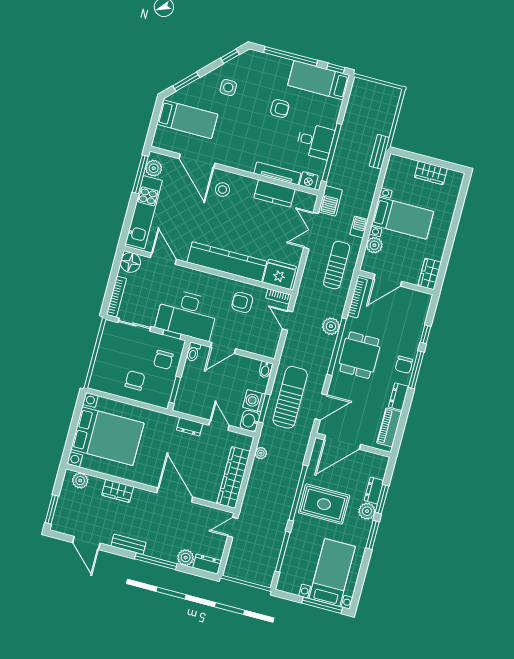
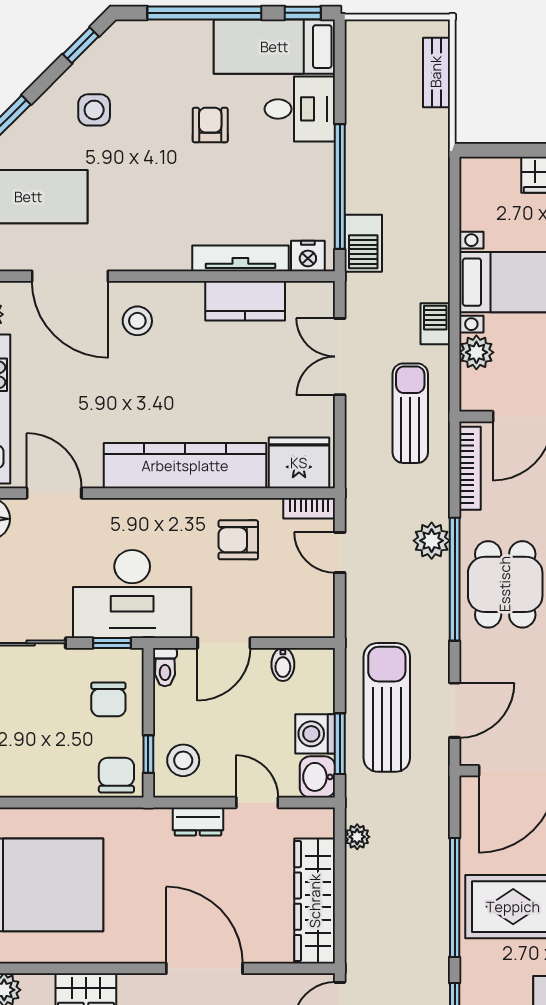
armchair: (280, 108) -> (210, 125), turned -90
desk: (315, 141) -> (300, 109), moved
bench: (379, 152) -> (436, 72), moved
barbecue: (330, 201) -> (363, 243), moved
bidet: (265, 370) -> (283, 664), moved
chair: (135, 380) -> (116, 775), moved
window: (175, 390) -> (148, 754), width x0.67
stool: (190, 397) -> (183, 760), added

